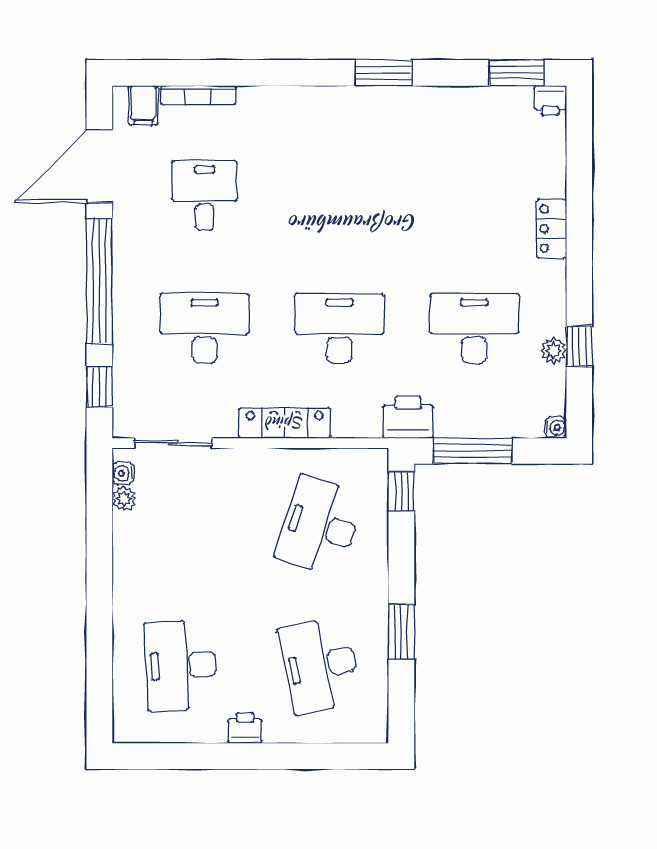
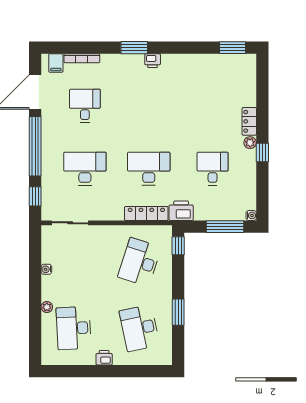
window: (384, 73) -> (134, 48), moved
printer: (550, 100) -> (153, 61), moved
desk: (474, 328) -> (213, 169), width x0.73
window: (579, 347) -> (262, 152), moved
plant: (554, 351) -> (250, 143), moved
locker: (285, 423) -> (146, 213), moved
window: (473, 451) -> (225, 227), moved
water cooler: (123, 473) -> (46, 269), moved
plant: (124, 499) -> (47, 307), moved

